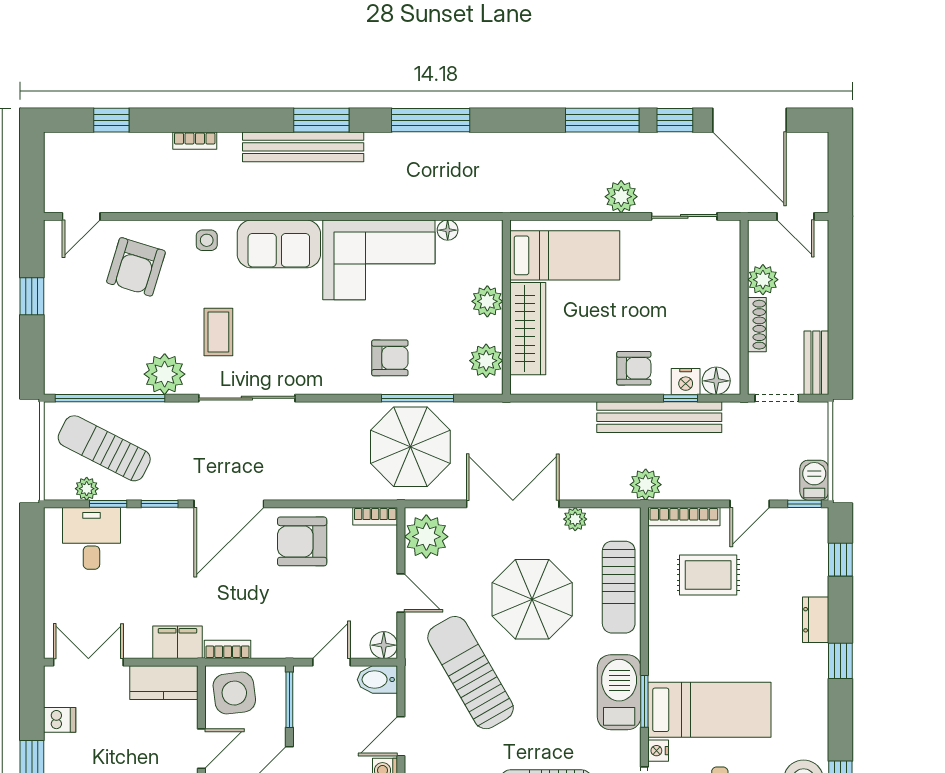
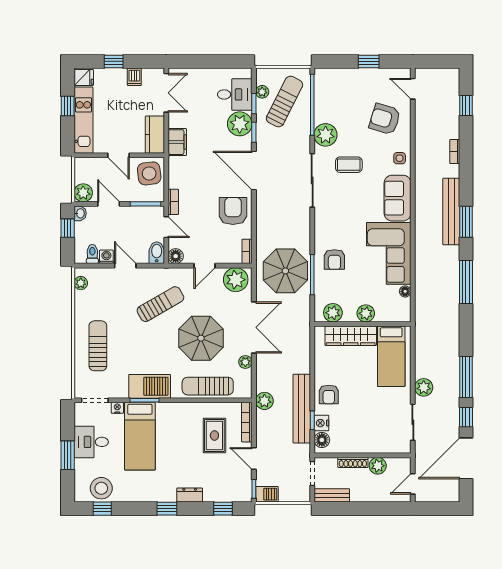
plant: (145, 529) -> (240, 124), added
bookcase: (228, 649) -> (173, 202), moved
sun lounger: (471, 673) -> (160, 304), width x0.73, depth x0.75

